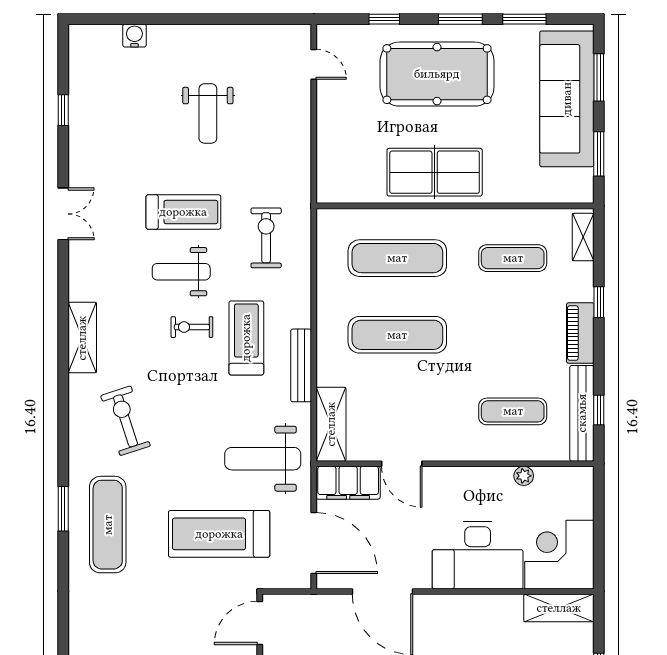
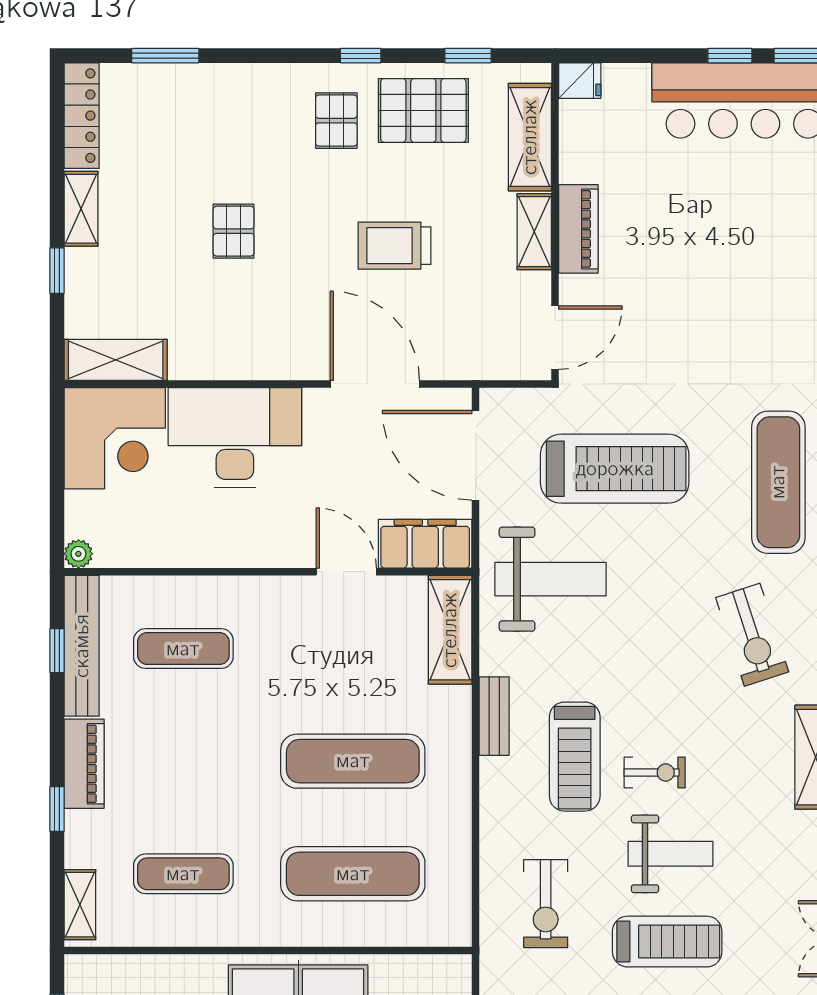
treadmill: (183, 212) -> (667, 942), turned 180
bench: (301, 365) -> (494, 716), width x0.73
plant: (524, 476) -> (78, 554), moved

